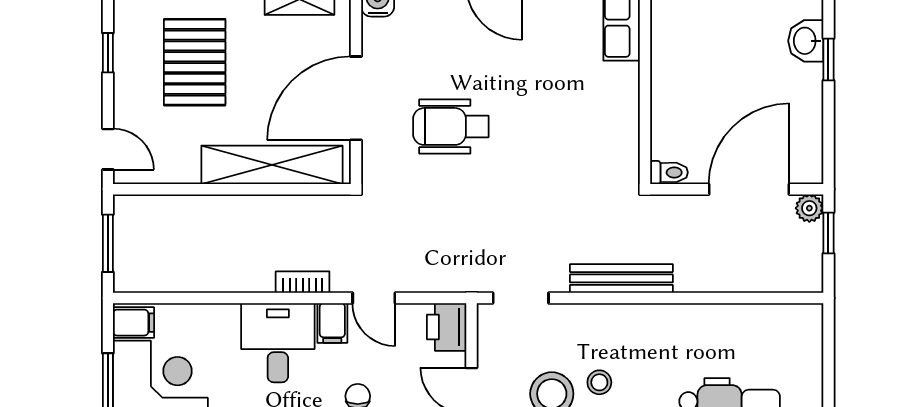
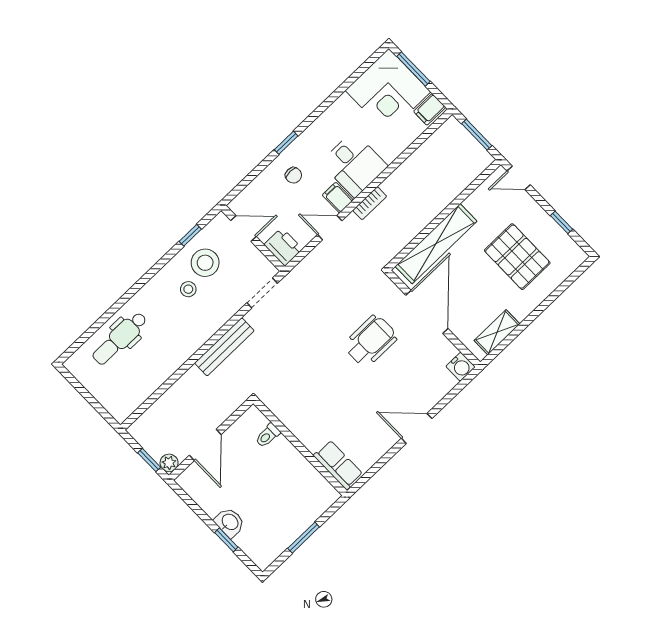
washbasin: (806, 41) -> (230, 522), moved
toilet: (669, 172) -> (268, 435), moved
door: (749, 189) -> (205, 445), width x0.73

